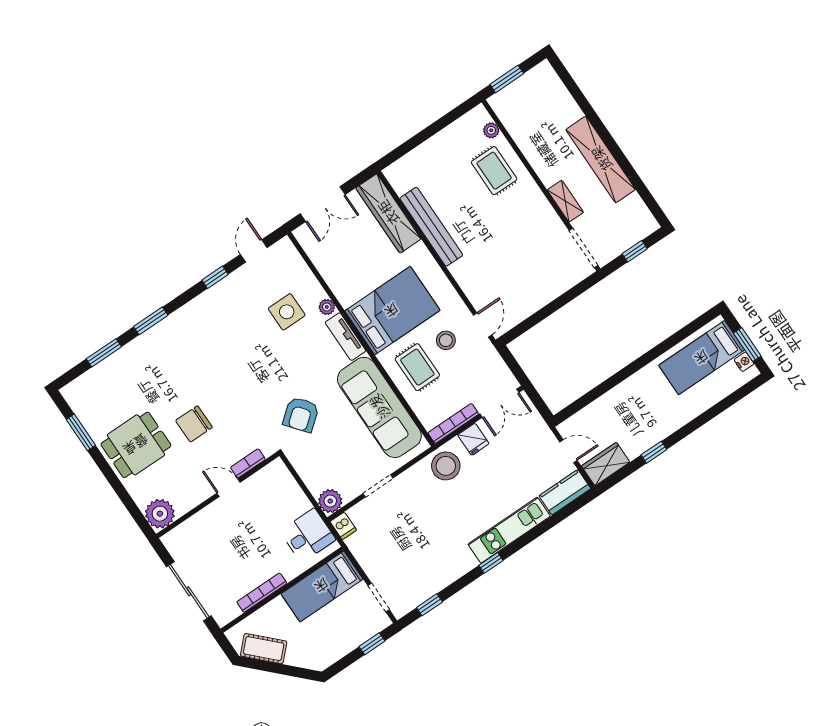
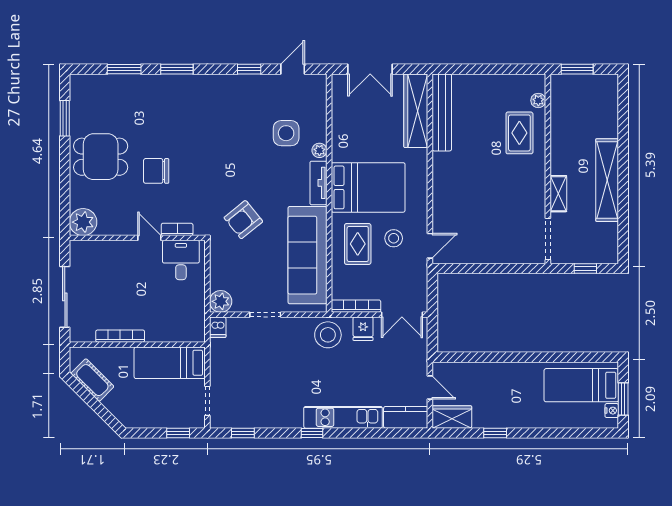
bench: (431, 227) -> (442, 112), moved
desk: (308, 535) -> (181, 260), moved, turned -90

